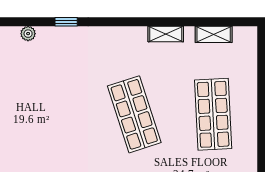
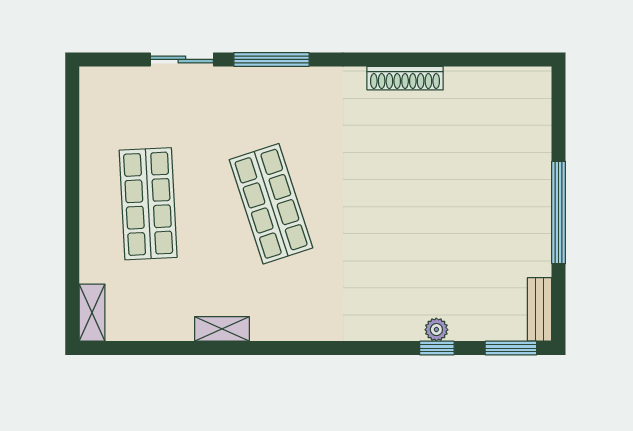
window: (66, 22) -> (437, 348), moved
shelving: (214, 34) -> (92, 313), moved, turned 90

